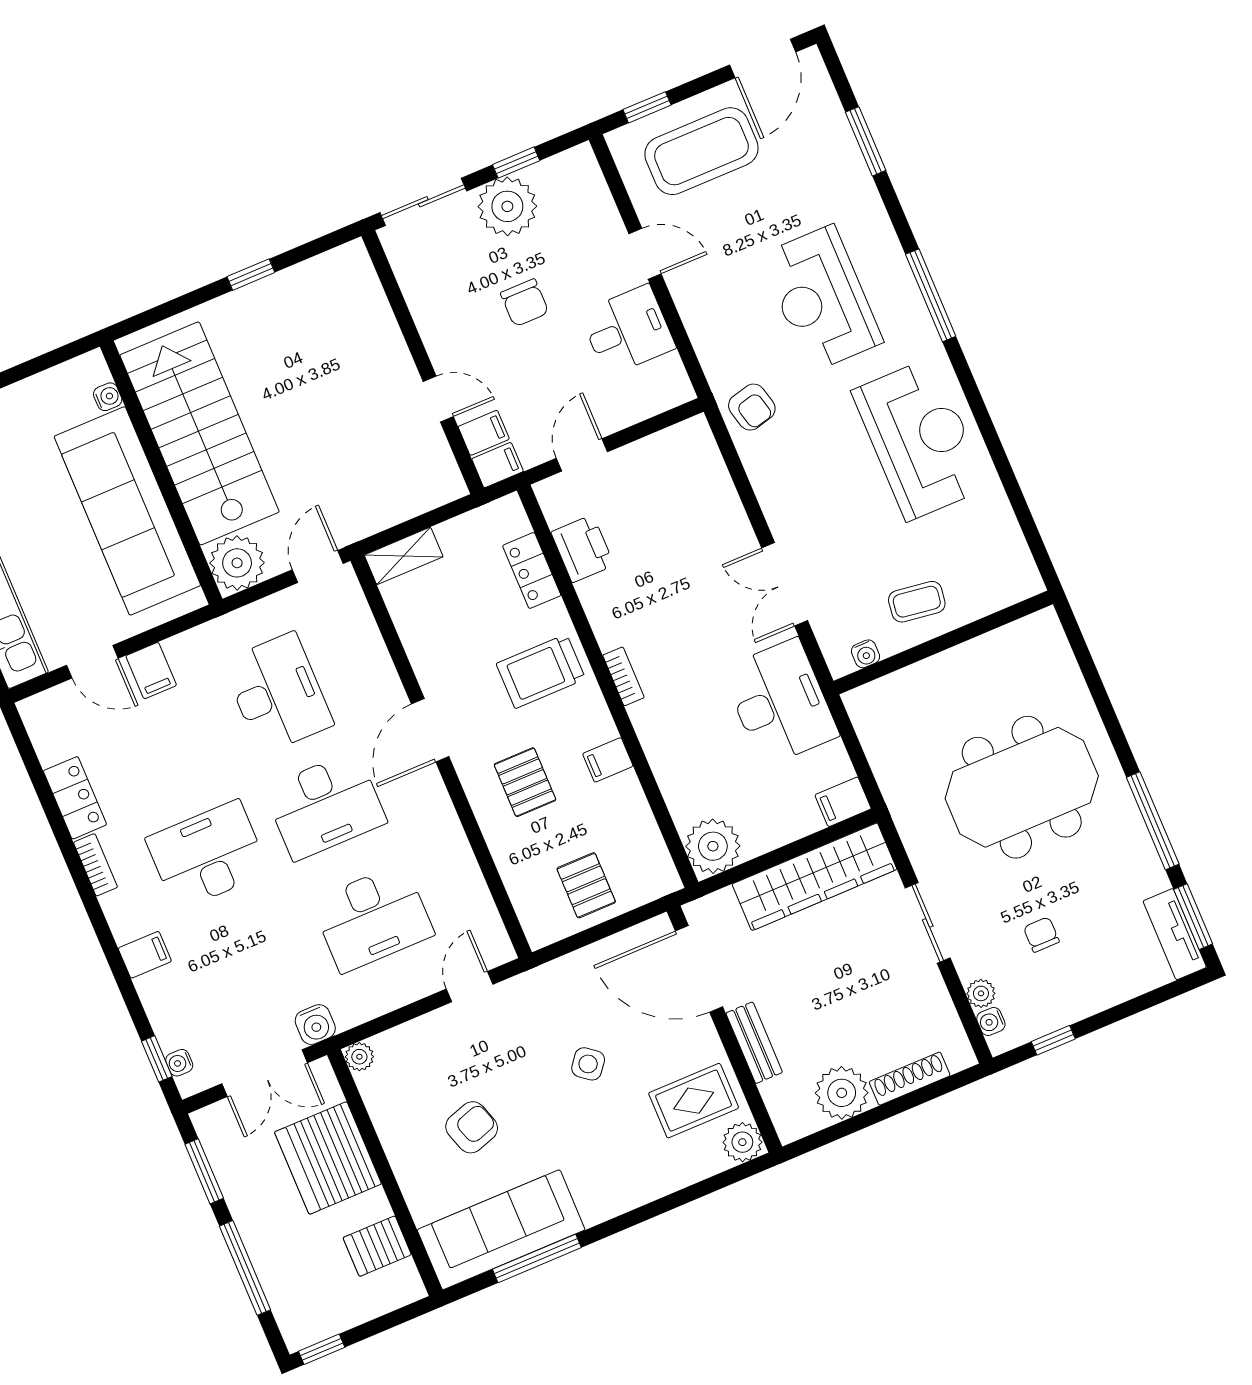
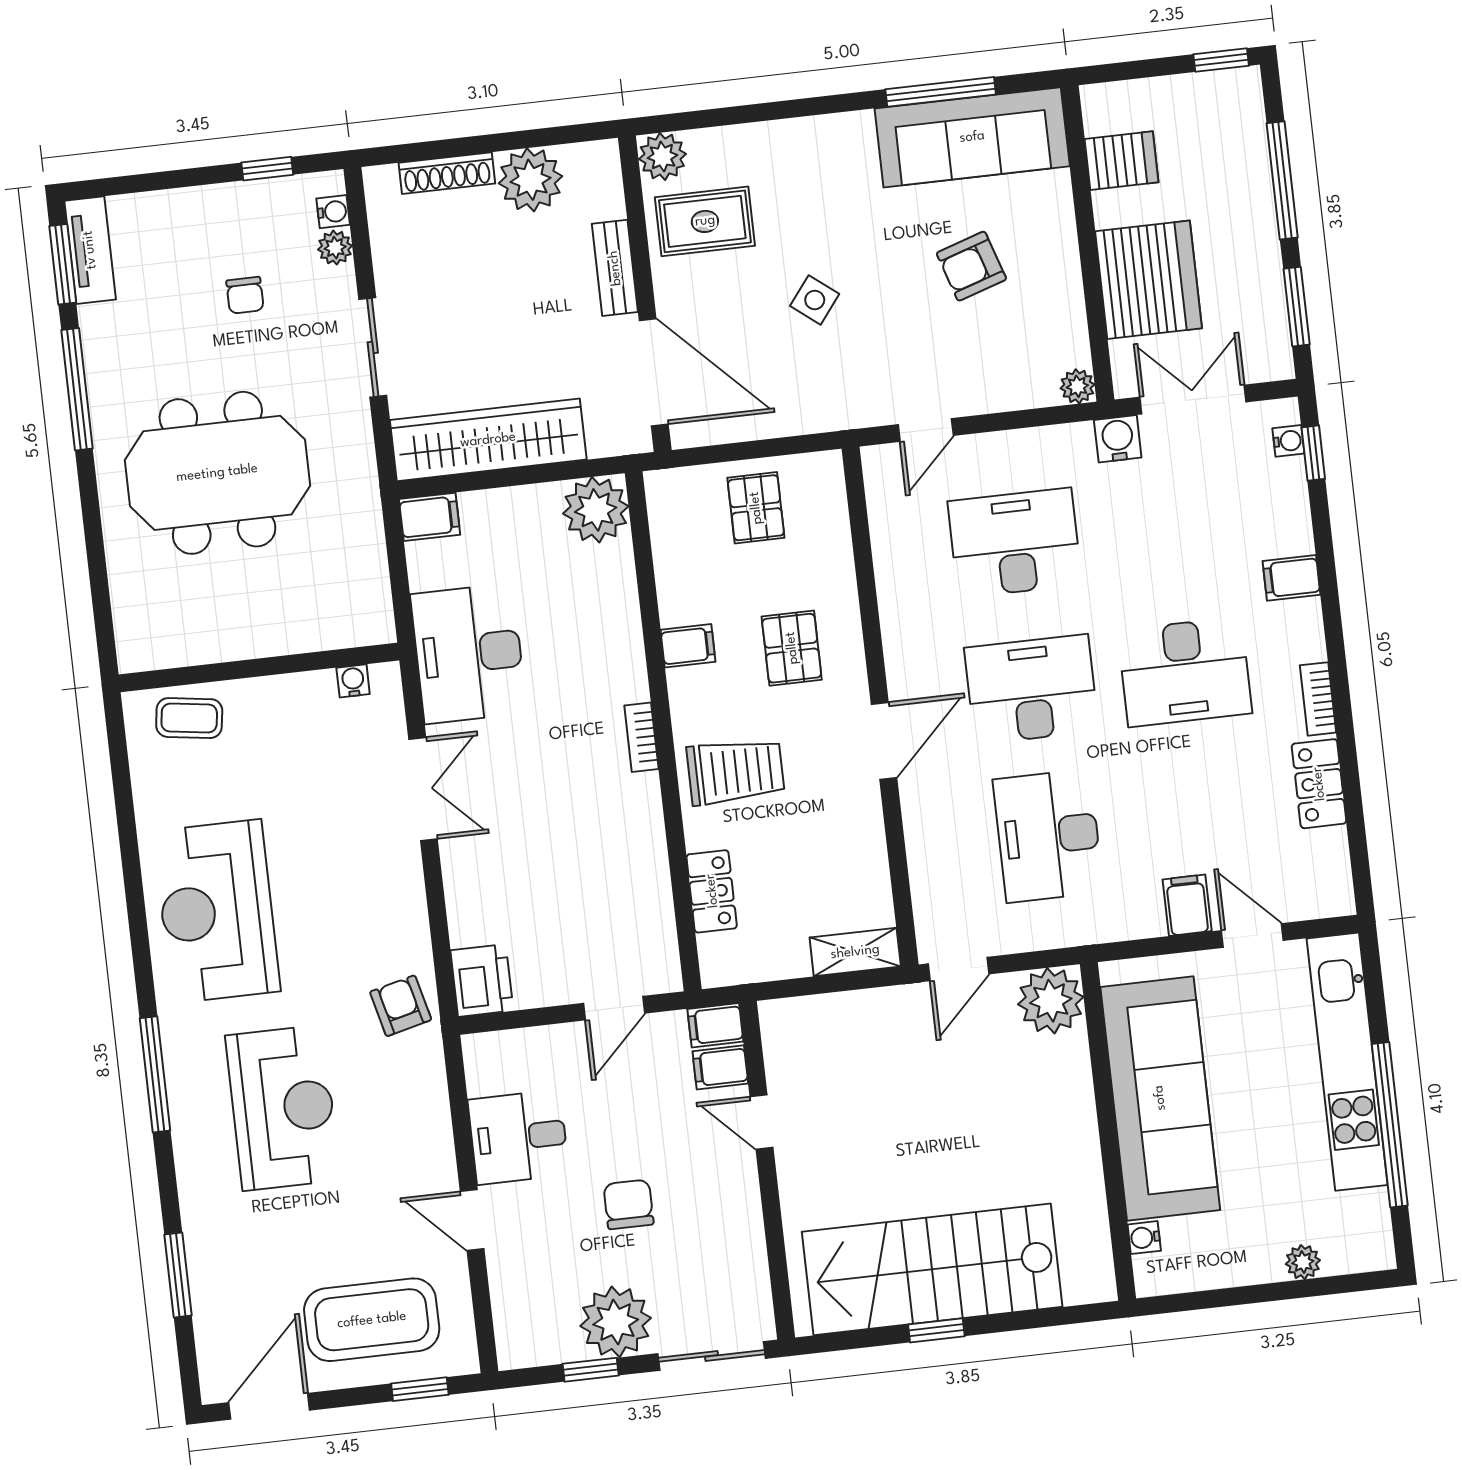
stairs: (199, 433) -> (932, 1269), moved, turned 90
printer: (583, 549) -> (482, 980), moved, turned 180
coffee table: (917, 602) -> (189, 718), moved

